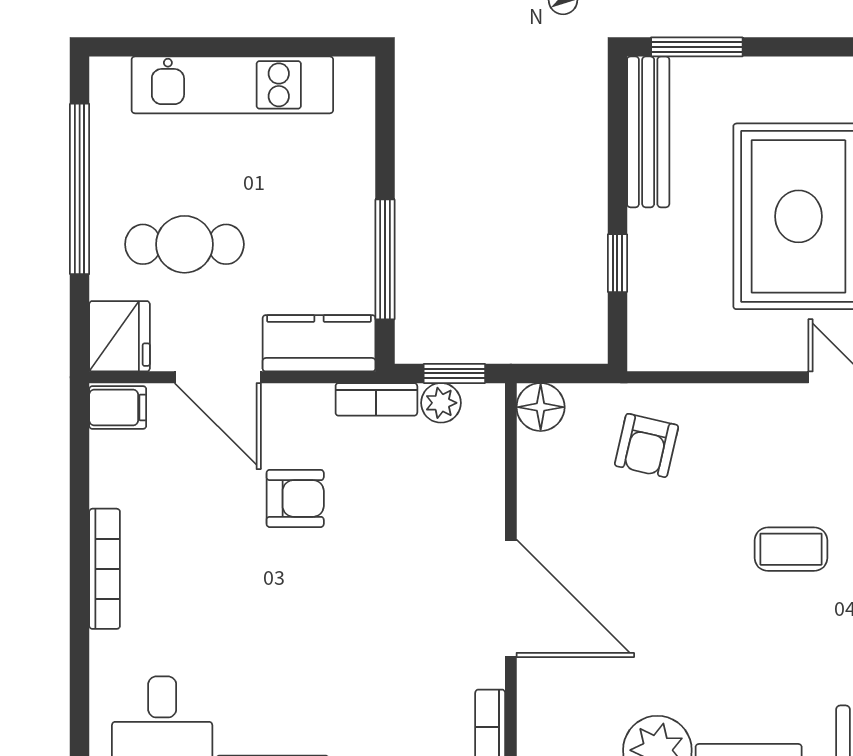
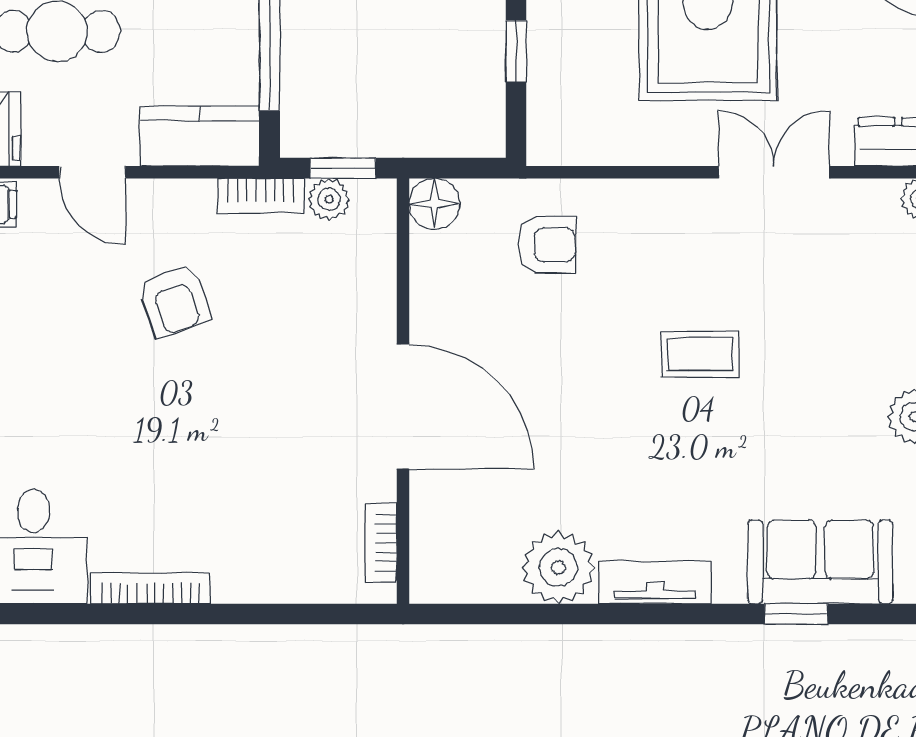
door: (218, 377) -> (92, 172), width x0.73
armchair: (647, 445) -> (547, 245), turned -103
armchair: (295, 498) -> (174, 301), turned 71

